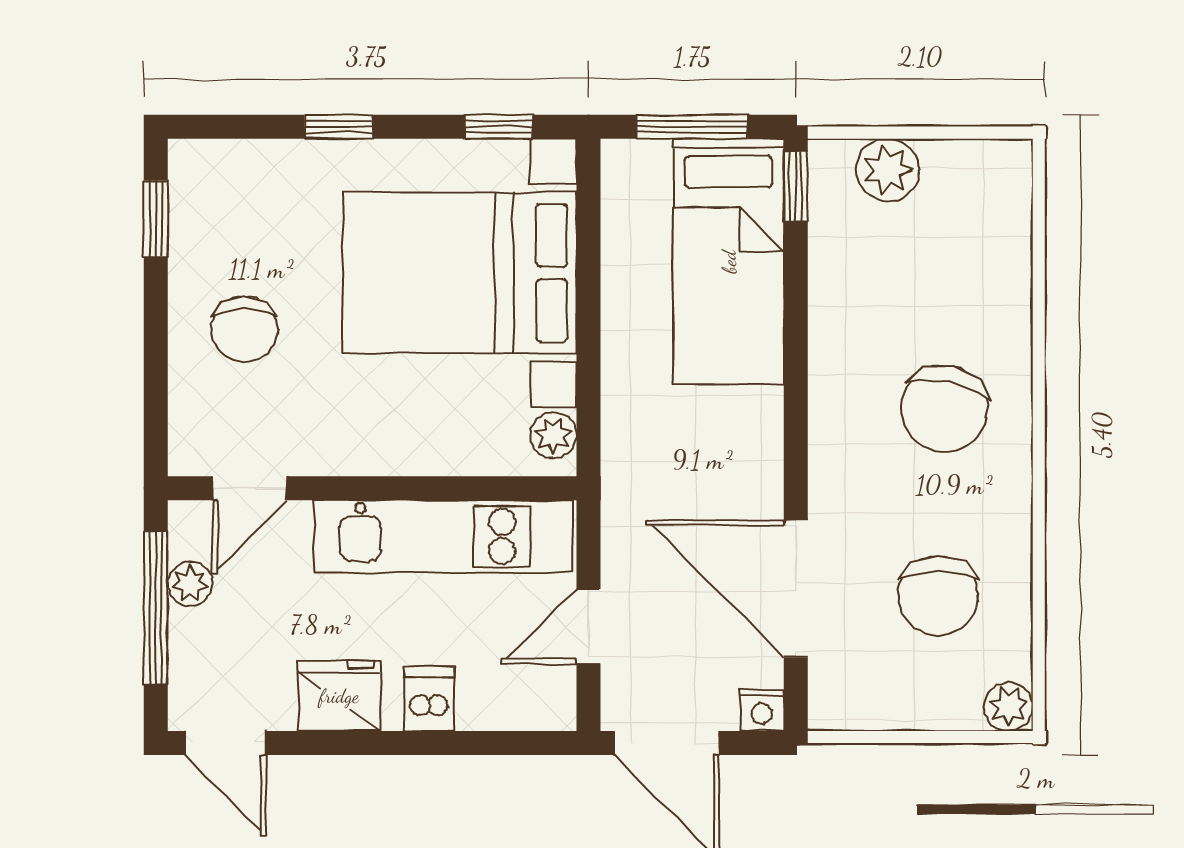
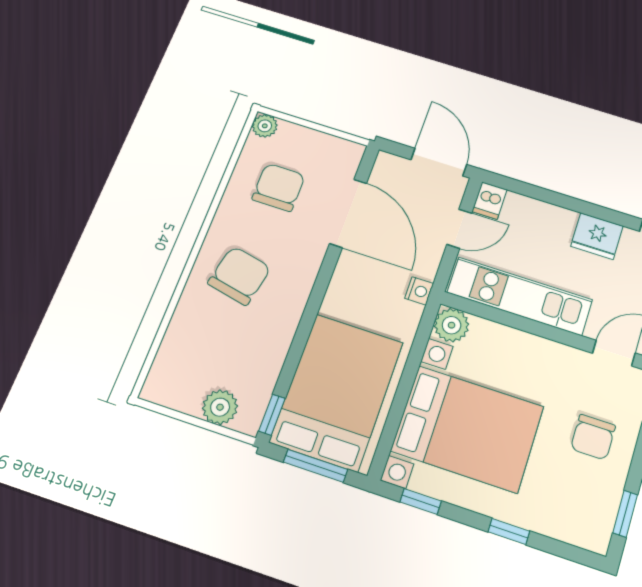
bed: (729, 262) -> (337, 392), width x1.50
chair: (244, 329) -> (593, 437), turned 180
plant: (553, 435) -> (452, 325), width x1.38, depth x1.38
dishwasher: (429, 699) -> (489, 201), moved
nightstand: (762, 710) -> (419, 291), moved, turned 90

